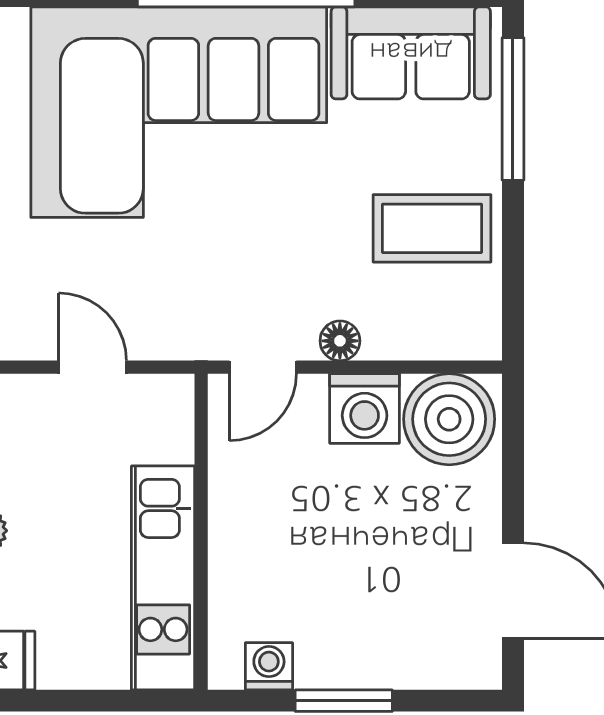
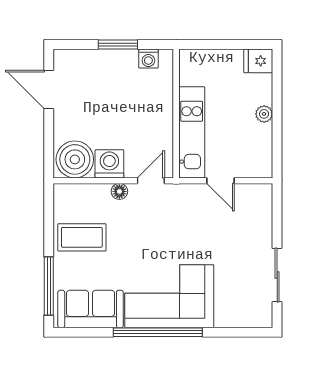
corner sofa: (179, 112) -> (169, 296), width x0.73, depth x0.74
kitchen unit: (163, 578) -> (192, 132), moved

